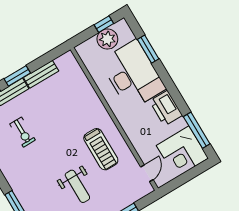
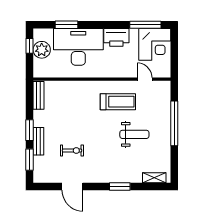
bench: (41, 74) -> (39, 95), moved
door: (147, 173) -> (145, 79), moved

